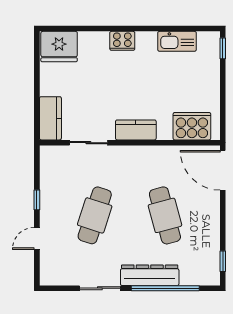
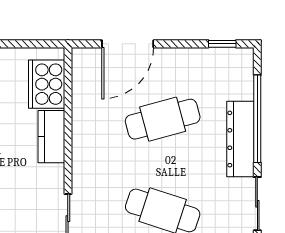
kitchen counter: (136, 130) -> (51, 137), moved
door: (223, 170) -> (128, 44), moved

